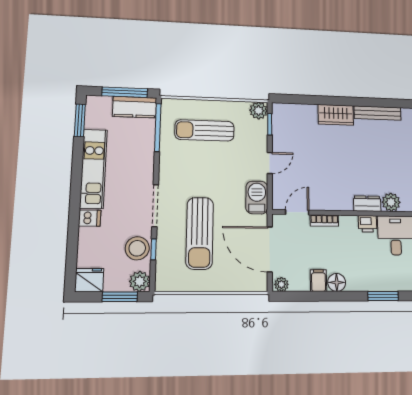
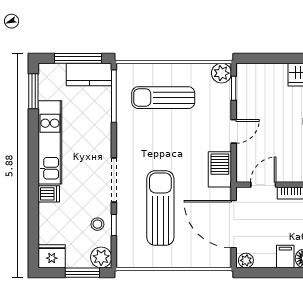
sun lounger: (200, 233) -> (160, 208), turned 180
stool: (137, 248) -> (97, 224), width x0.53, depth x0.53

